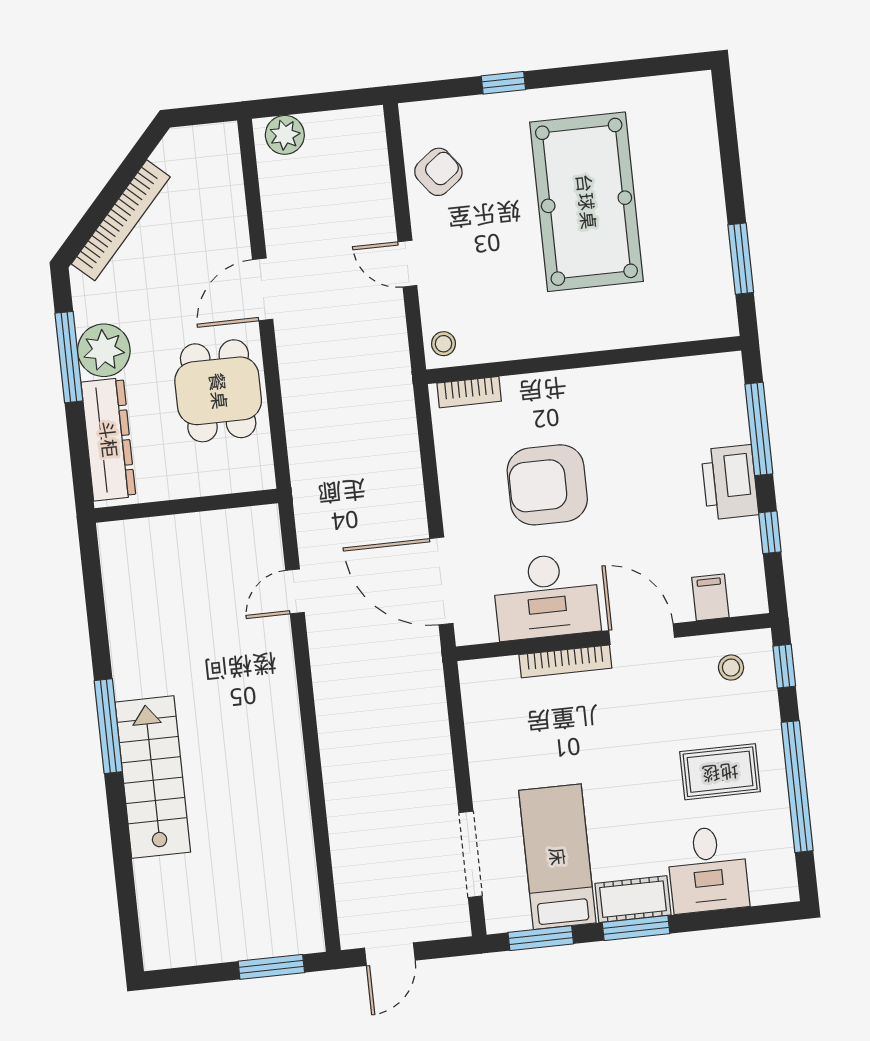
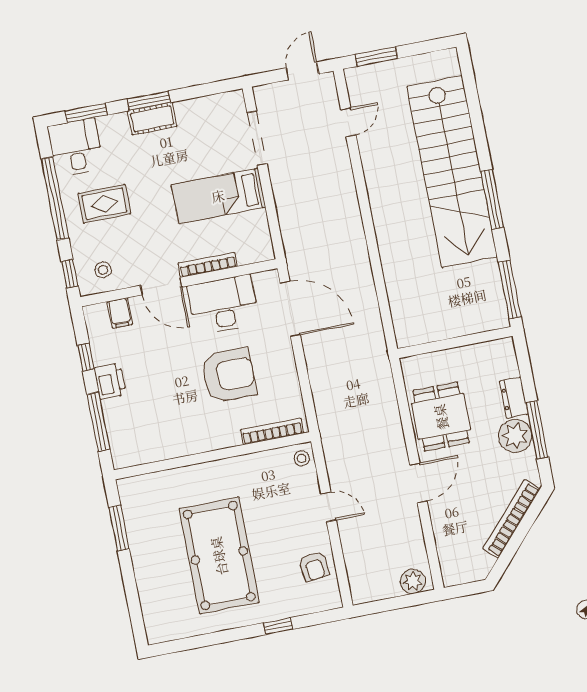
armchair: (438, 172) -> (314, 566), turned -60
bookcase: (469, 392) -> (272, 431), width x1.56
dresser: (108, 439) -> (514, 398), width x0.51, depth x0.80
printer: (730, 482) -> (110, 381), width x0.73, depth x0.84
window: (93, 582) -> (510, 290), added
door: (295, 591) -> (348, 122), moved
stairs: (153, 777) -> (452, 172), width x1.86, depth x1.51
bed: (557, 857) -> (218, 196), moved, turned 90
desk: (708, 869) -> (76, 148), moved
window: (541, 938) -> (86, 113), moved

